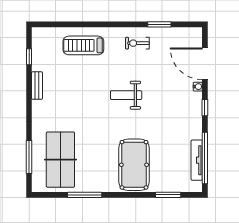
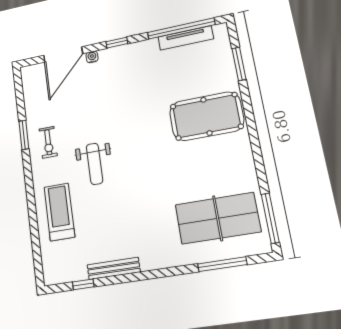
window: (159, 24) -> (24, 135), moved
treadmill: (83, 45) -> (59, 212), turned 180
bench: (37, 86) -> (114, 268), width x1.36
weight bench: (126, 95) -> (95, 164), moved
window: (85, 195) -> (270, 218), moved

